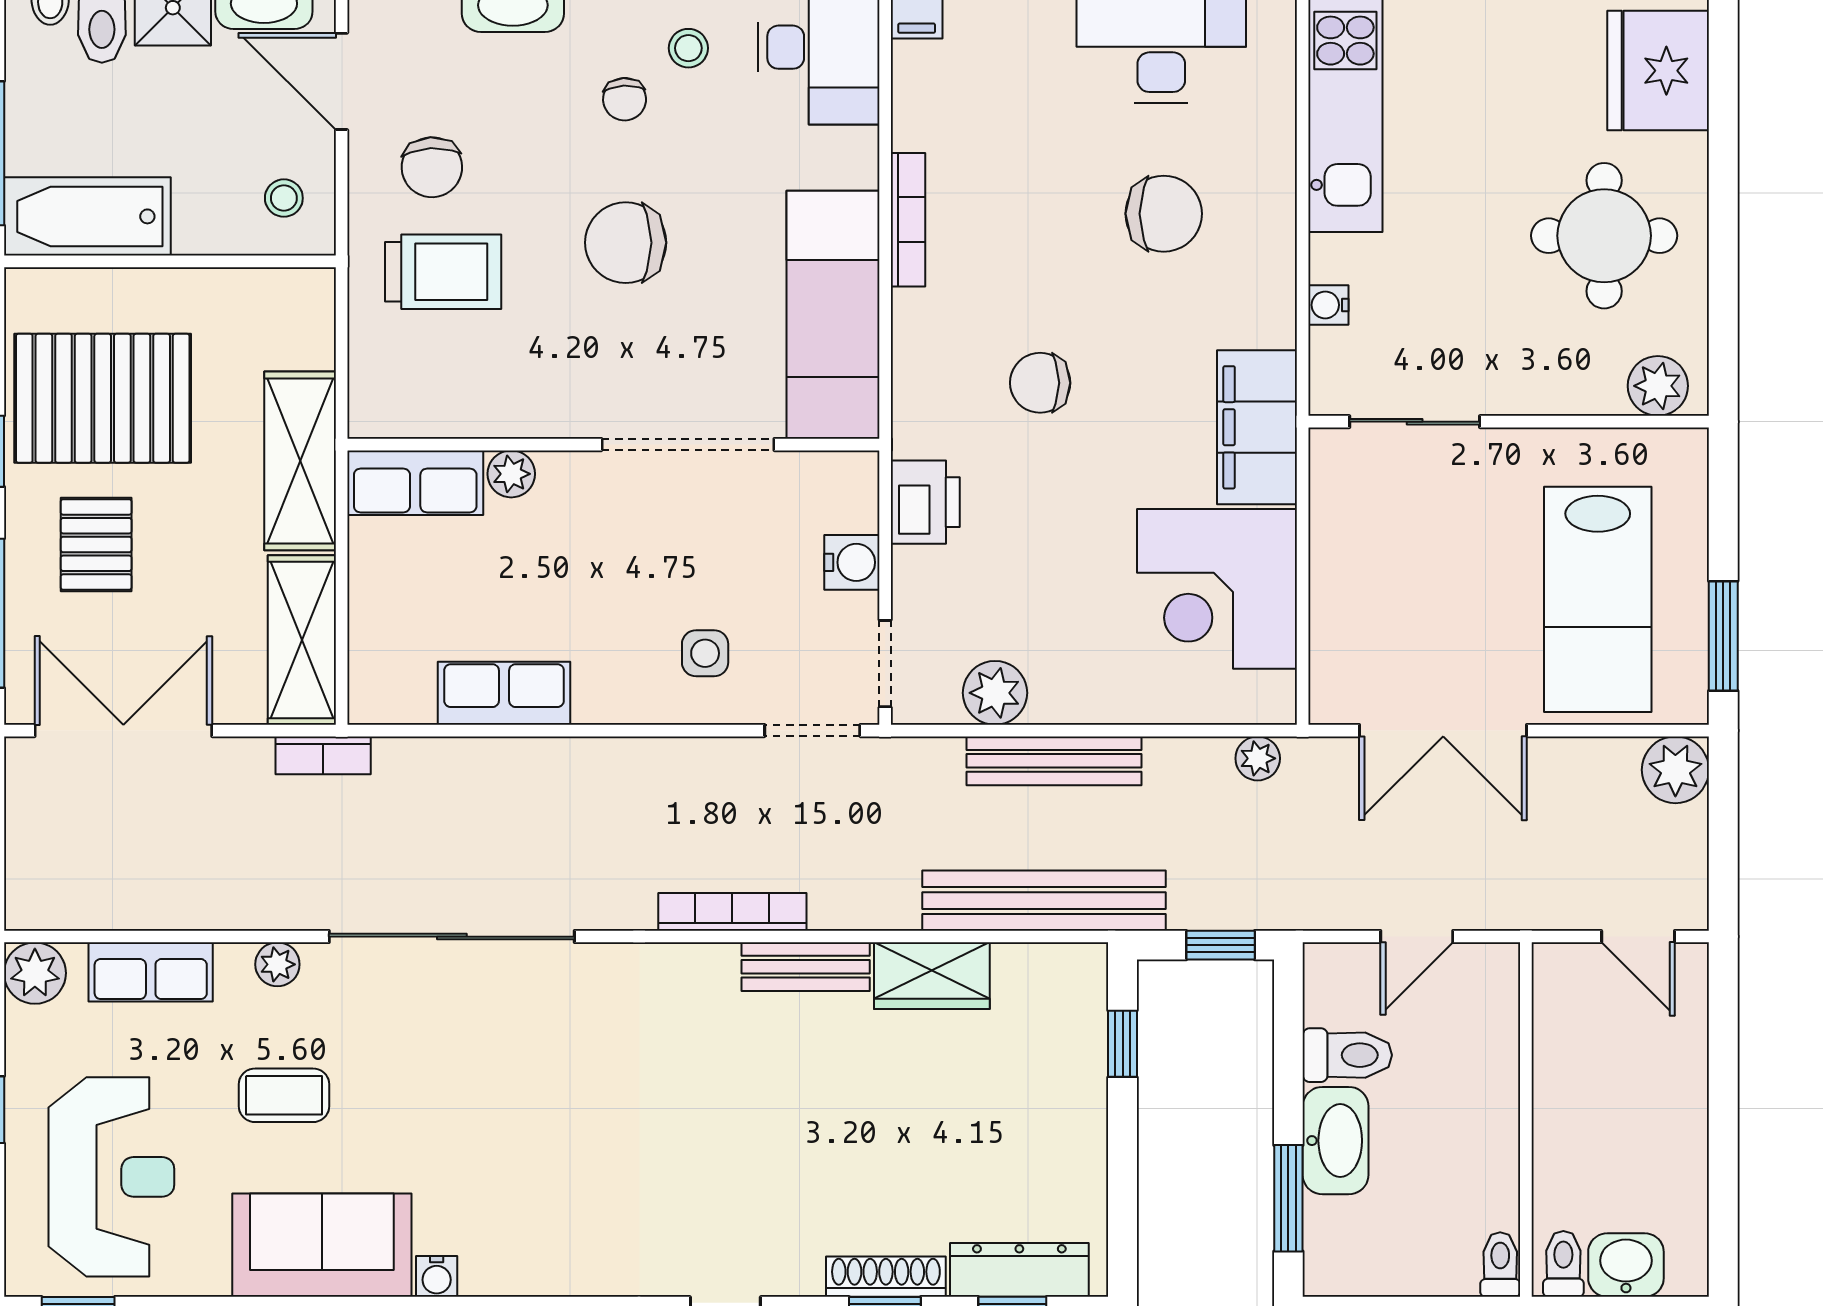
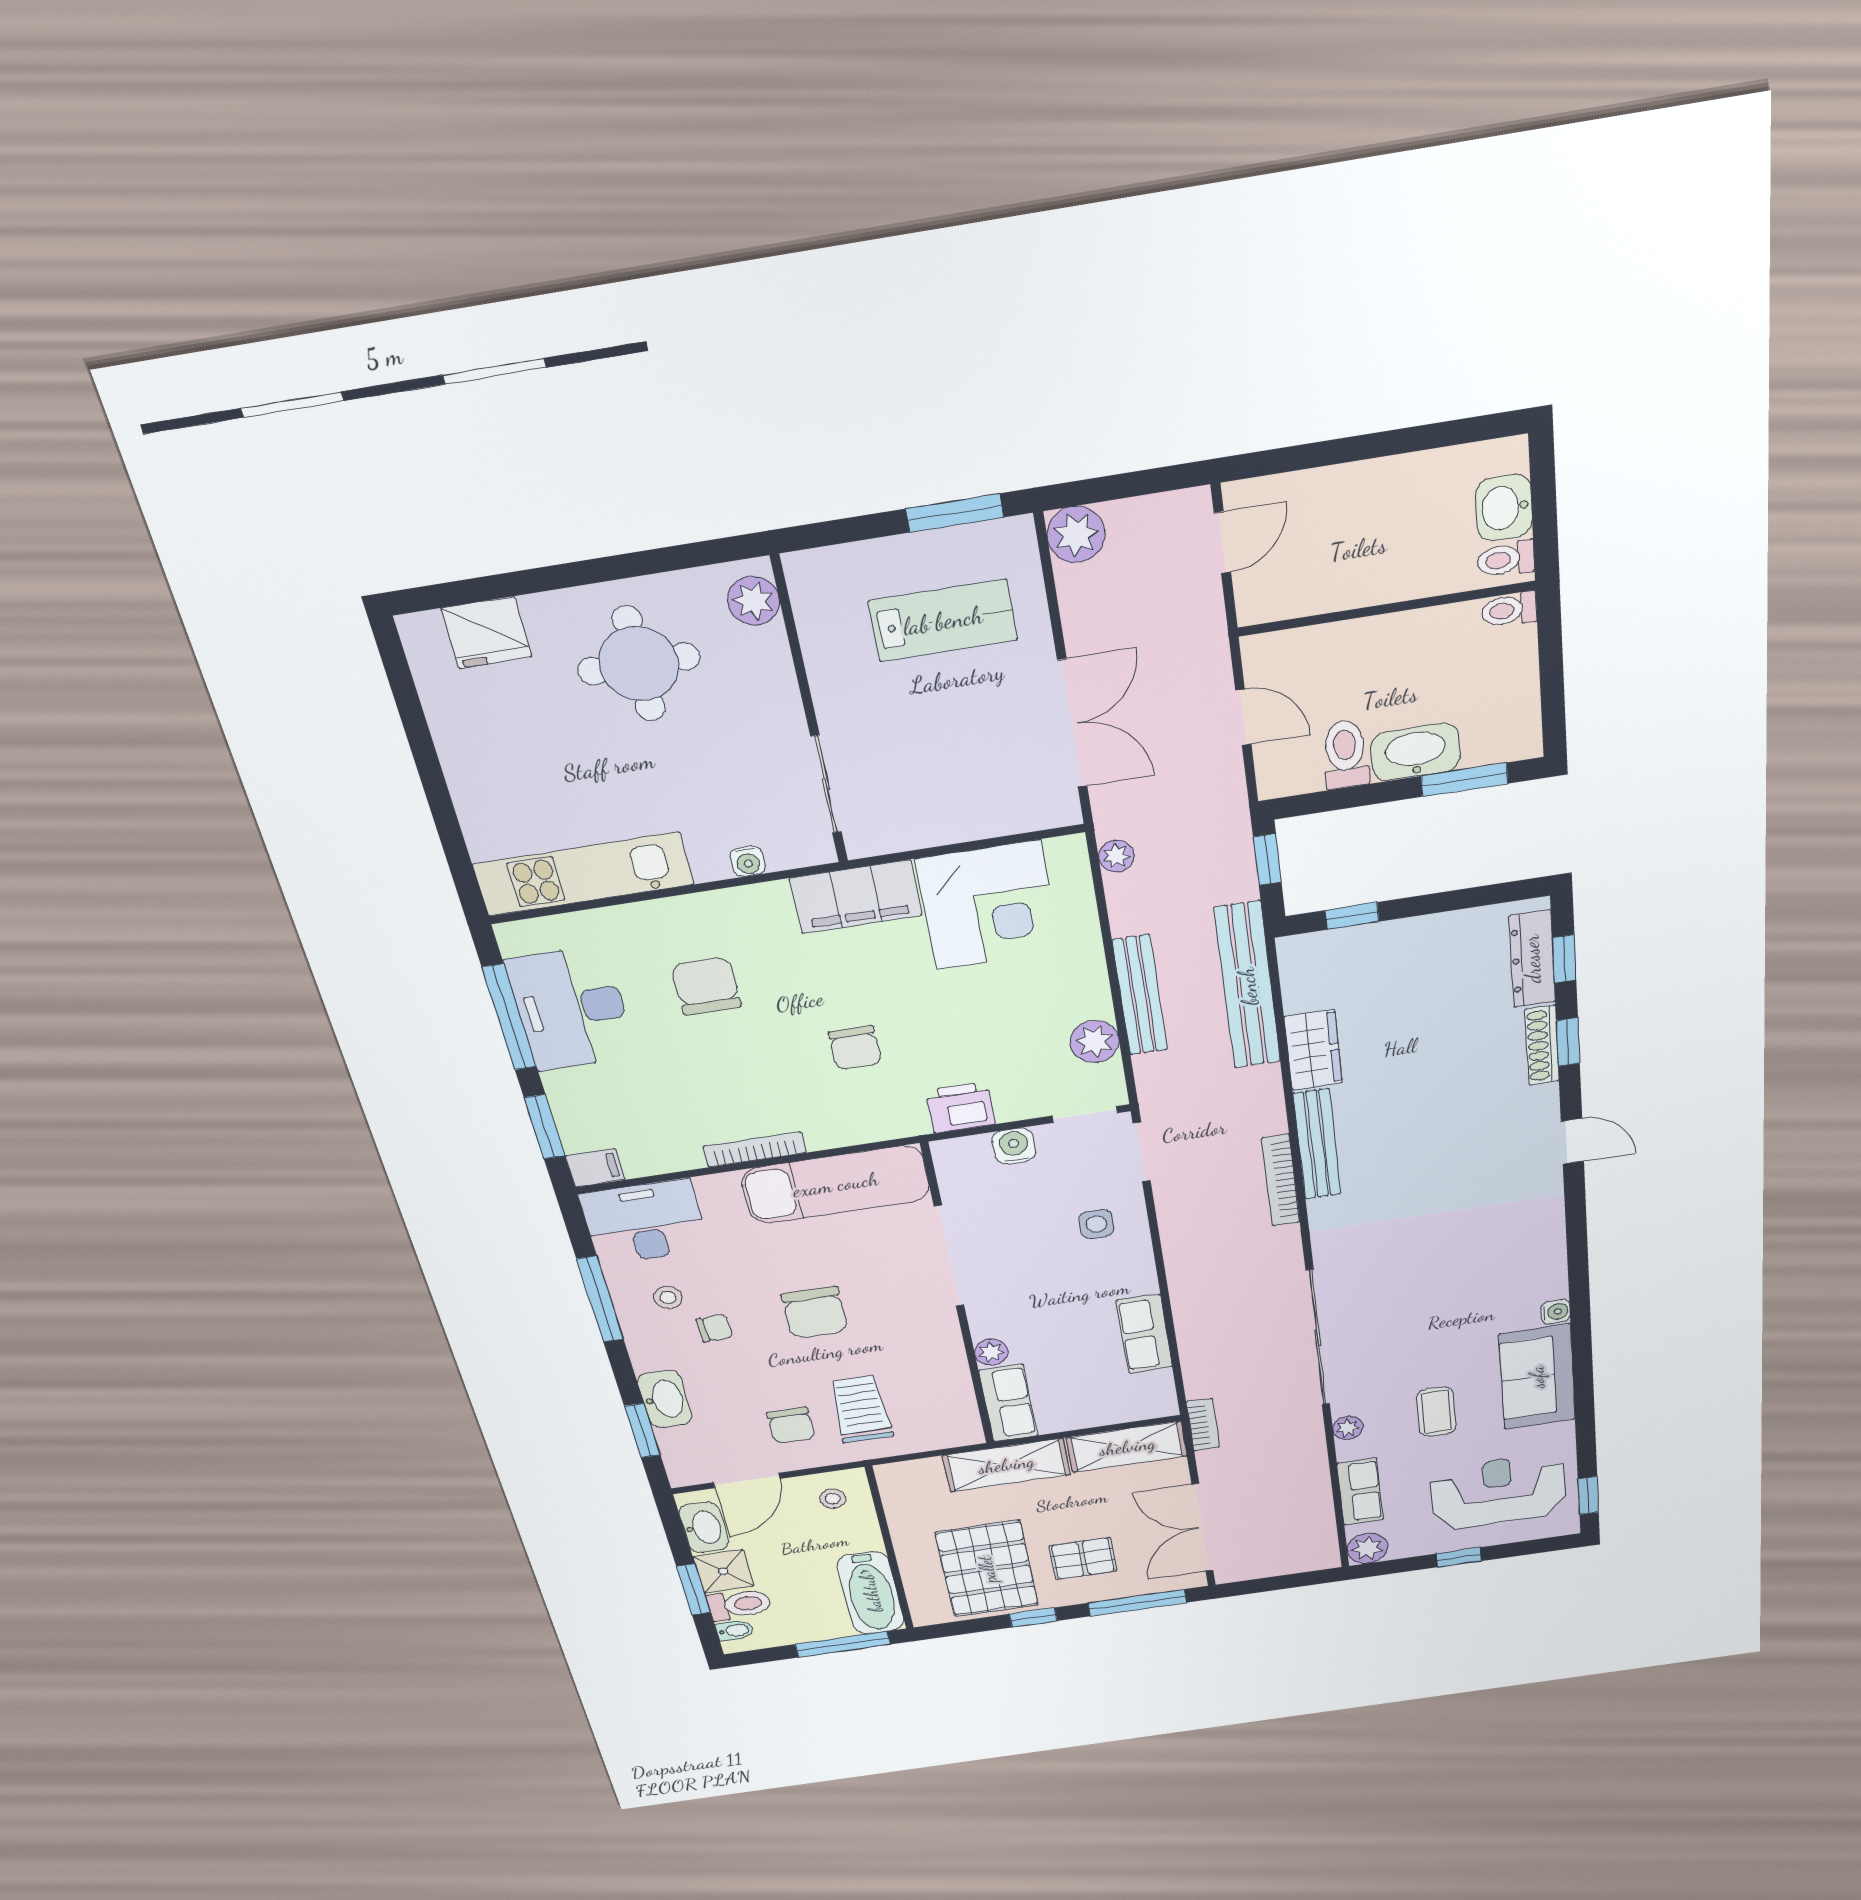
fridge: (1658, 71) -> (487, 633), width x0.73, depth x0.75
chair: (432, 167) -> (791, 1425), turned 93
lab bench: (1598, 599) -> (943, 621), width x0.73, depth x0.72
bench: (806, 967) -> (1317, 1144), width x1.36

